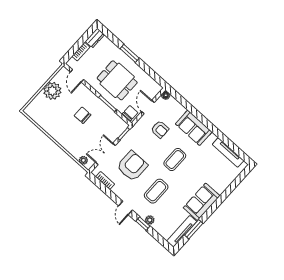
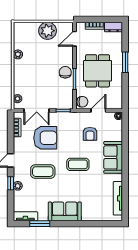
chair: (83, 115) -> (65, 72), moved
plant: (50, 130) -> (18, 54), added
double door: (105, 154) -> (37, 111), swing flipped
tv unit: (182, 231) -> (25, 216), width x0.71

